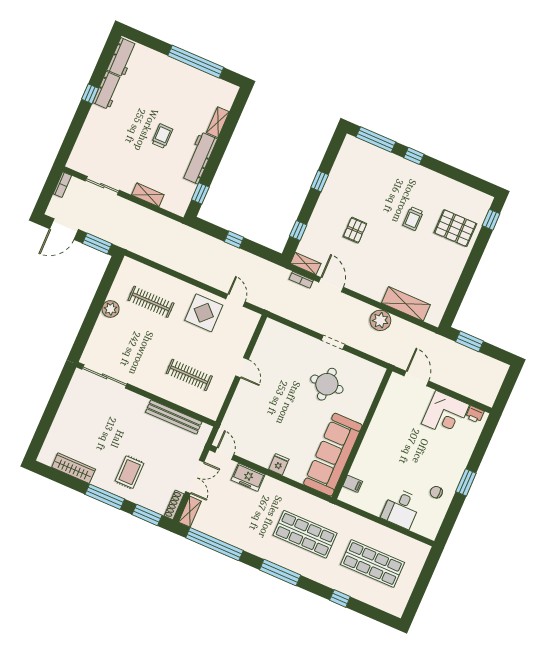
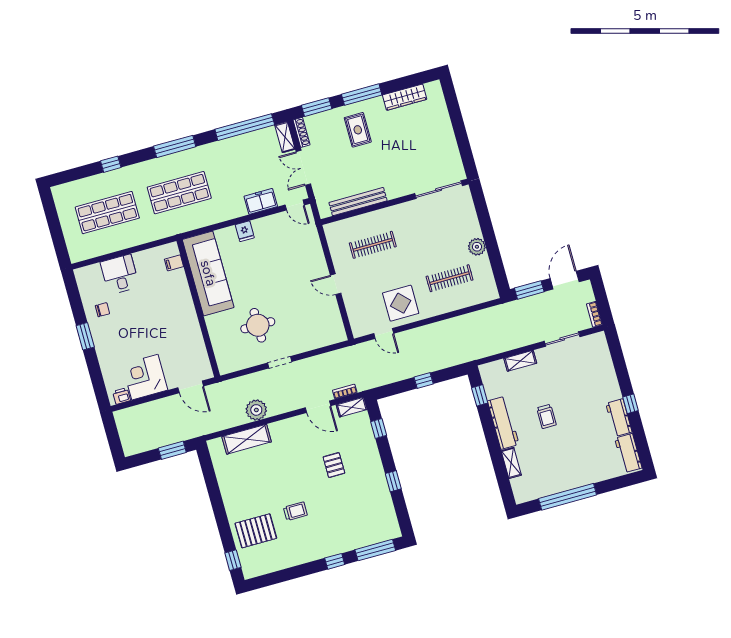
trolley: (413, 219) -> (295, 511), turned 90

